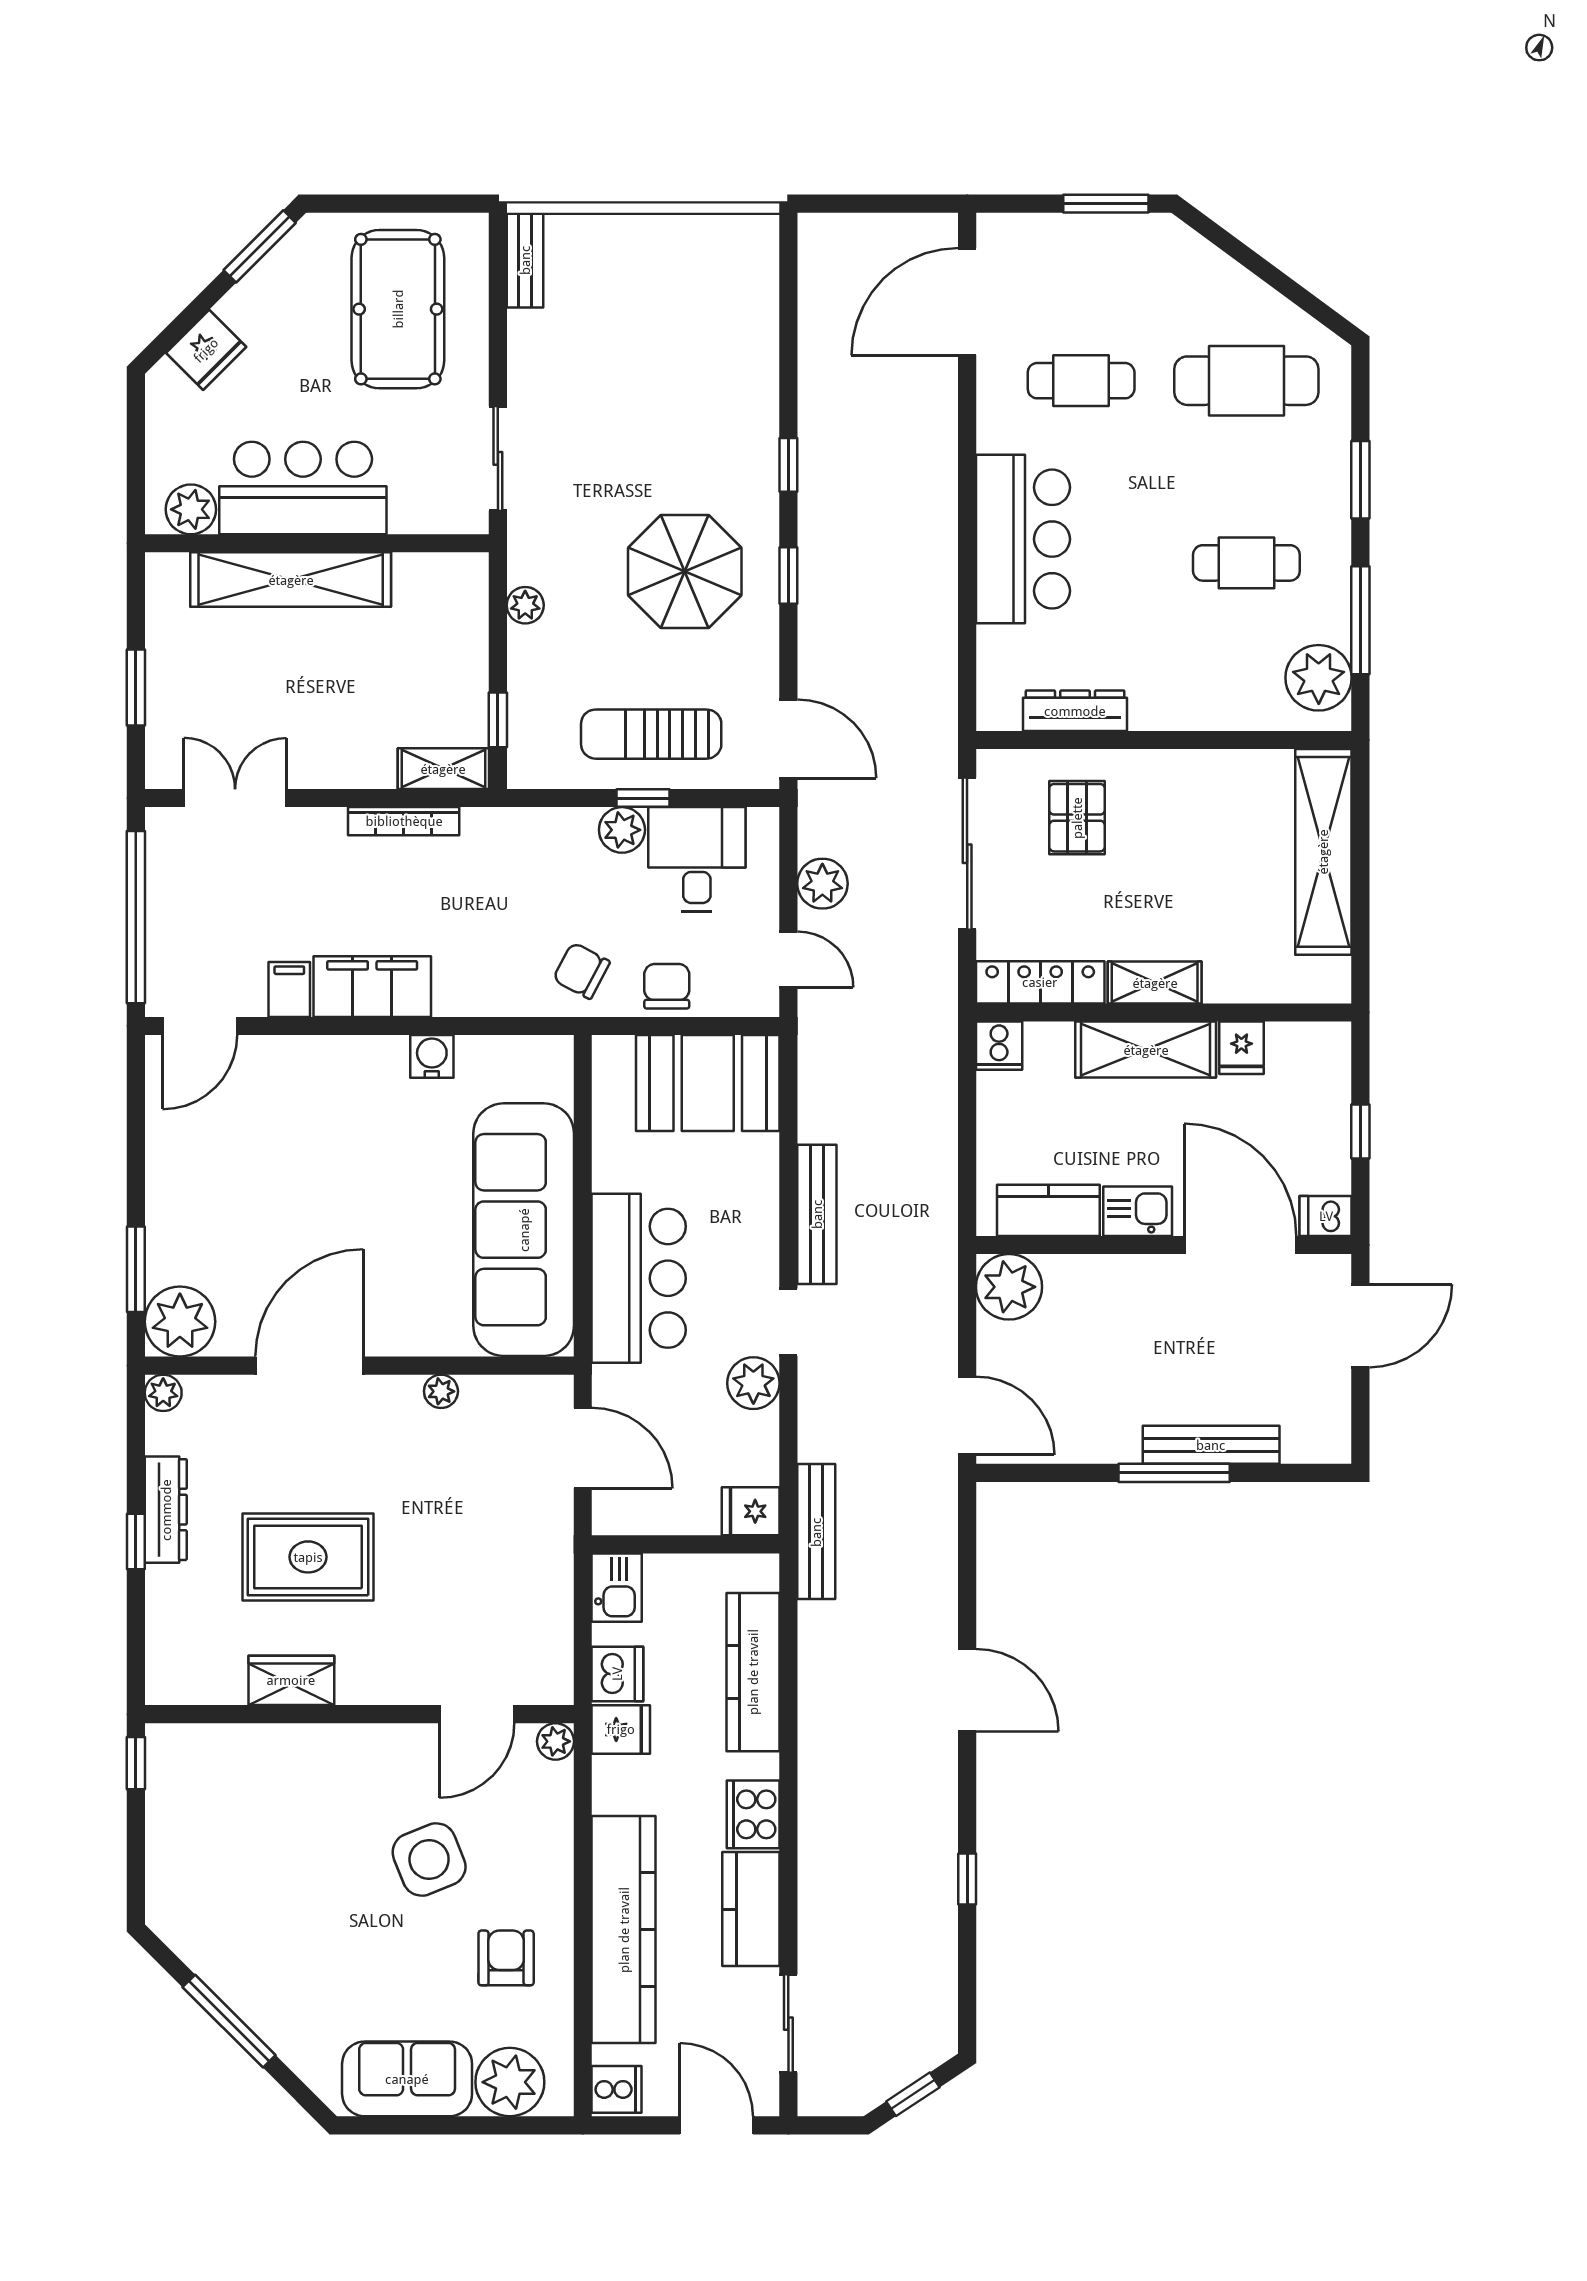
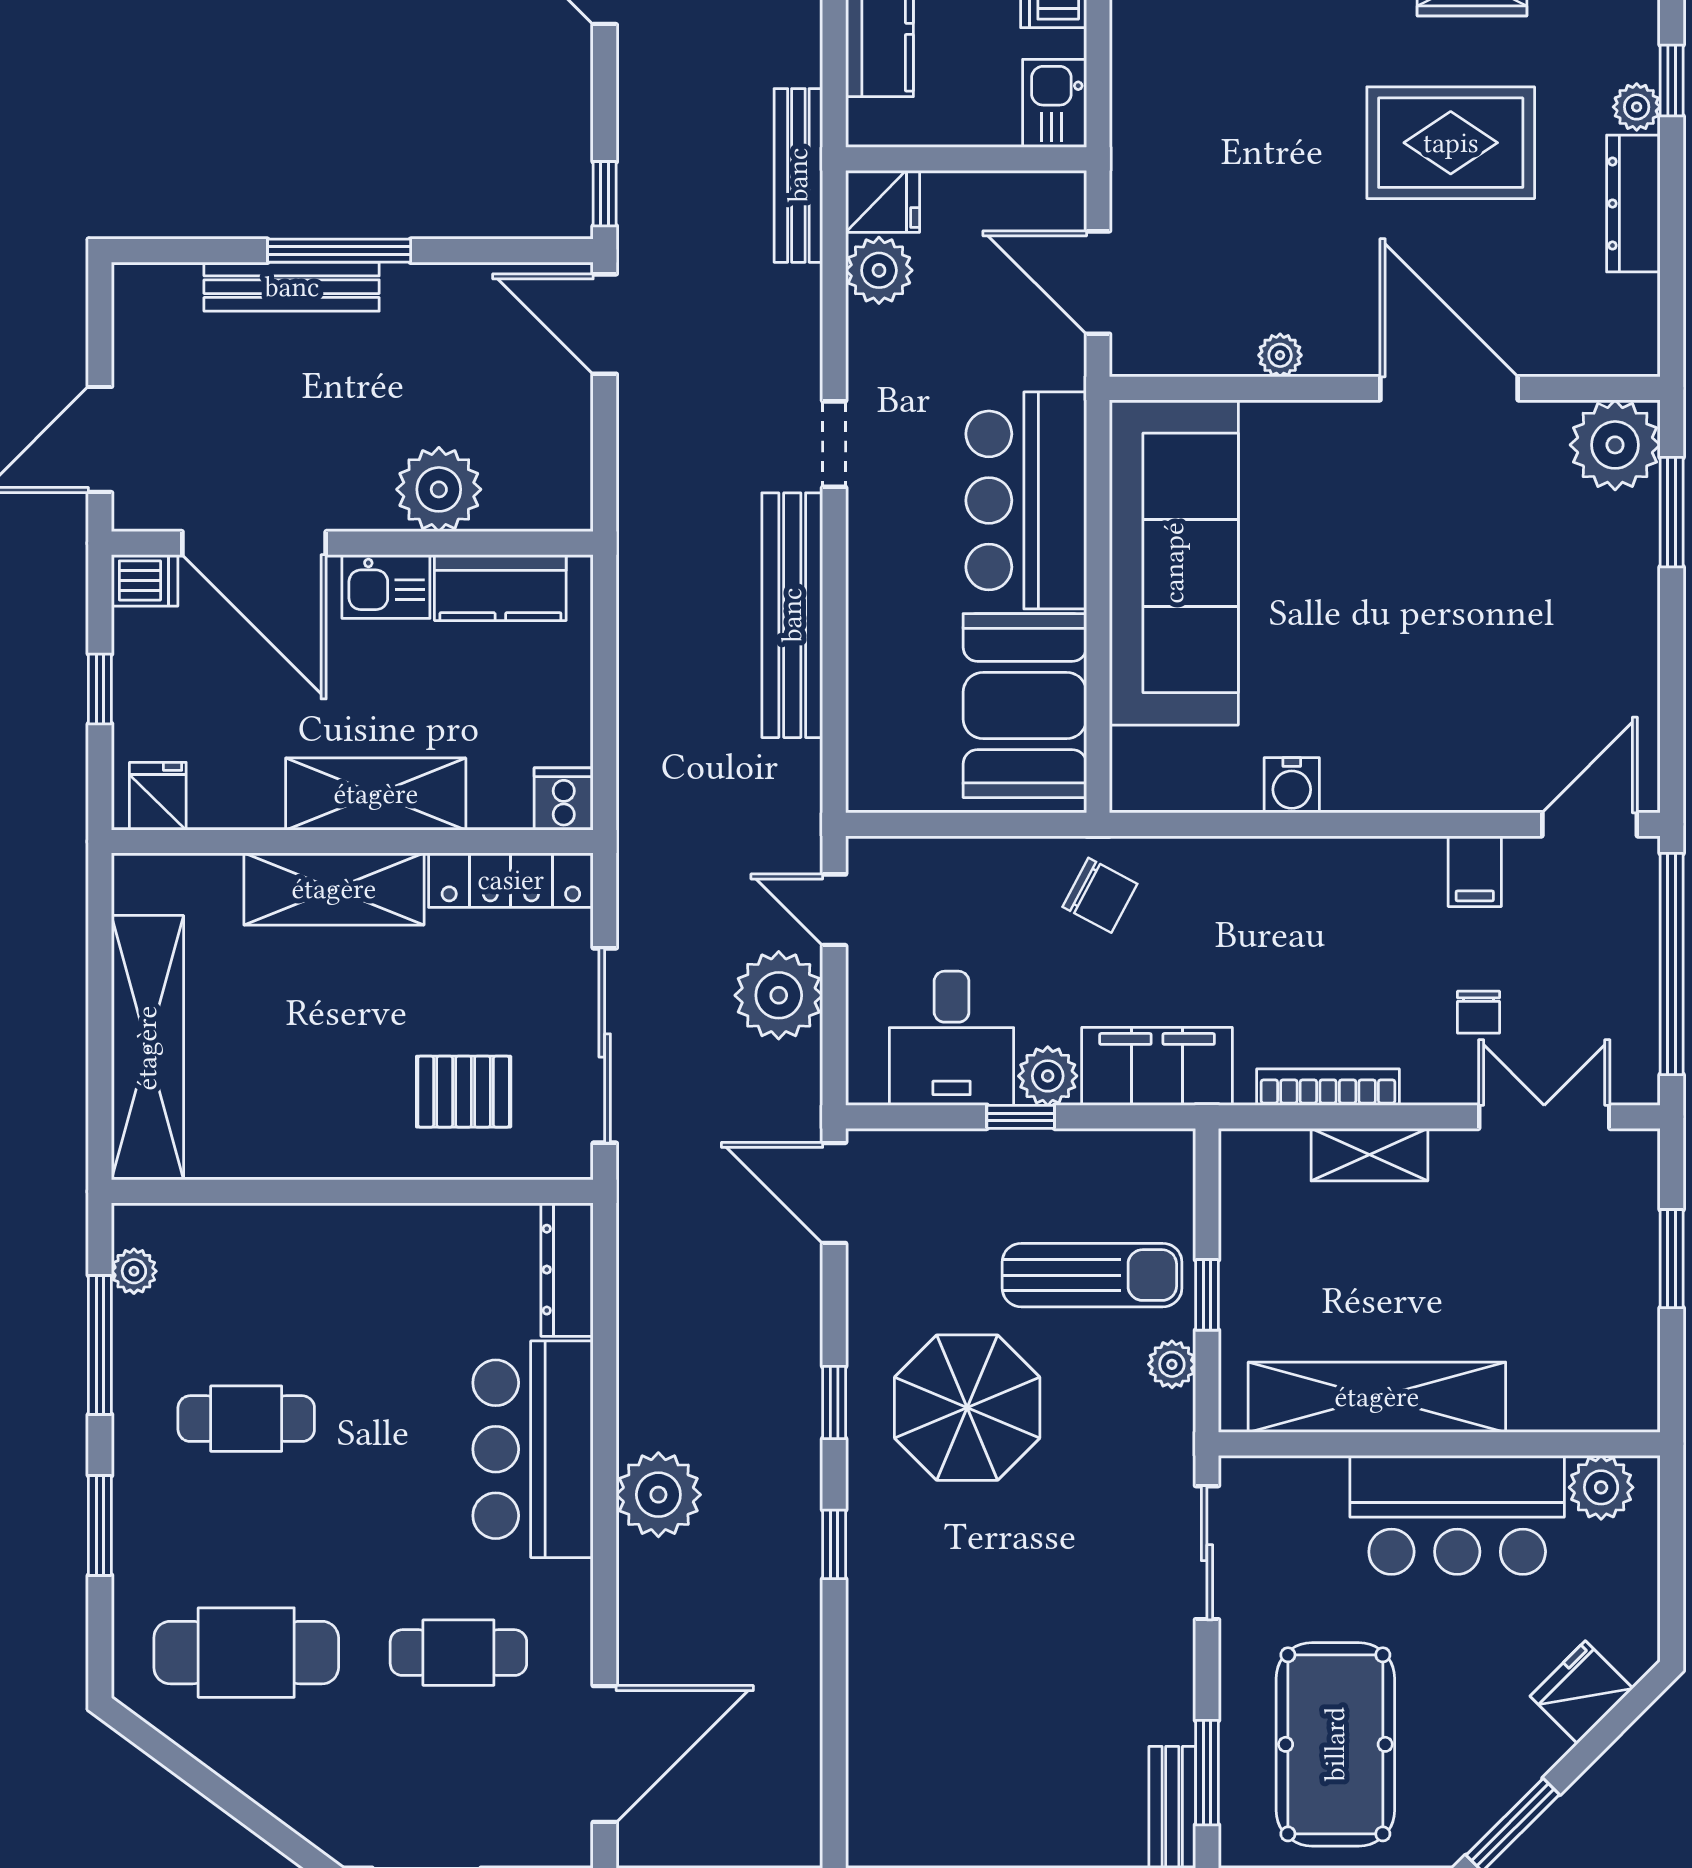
window: (498, 287) -> (1207, 1773), added
plant: (925, 504) -> (658, 1495), added
shelving: (291, 580) -> (1377, 1397), moved
plant: (1319, 678) -> (134, 1271), width x0.53, depth x0.53
dresser: (1075, 711) -> (567, 1270), moved, turned 90
window: (498, 720) -> (1207, 1295), moved
sun lounger: (651, 734) -> (1092, 1275), moved
shelving: (443, 769) -> (1369, 1155), moved
double door: (235, 798) -> (1544, 1117), swing flipped
pallet: (1077, 818) -> (464, 1092), turned 90
plant: (822, 884) -> (779, 995), width x1.36, depth x1.36
shelving: (1155, 983) -> (334, 889), width x1.50, depth x1.33
chair: (667, 986) -> (1478, 1012), moved, width x0.73, depth x0.73
filing cabinet: (372, 987) -> (1157, 1066), moved, turned 180
fridge: (1241, 1048) -> (158, 796), moved
booth: (708, 1083) -> (1025, 706), moved, turned 90
bench: (817, 1214) -> (792, 615), width x1.37, depth x1.21
plant: (1009, 1287) -> (439, 489), moved
door: (309, 1366) -> (1449, 388), swing flipped
plant: (753, 1383) -> (879, 270), moved
plant: (163, 1393) -> (1637, 107), moved
window: (967, 1517) -> (605, 194), added
window: (136, 1542) -> (1672, 80), moved

